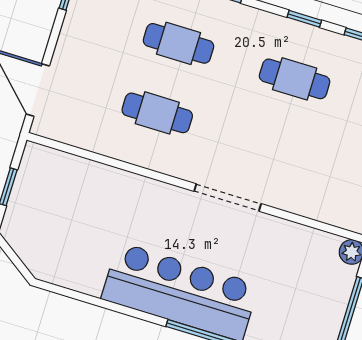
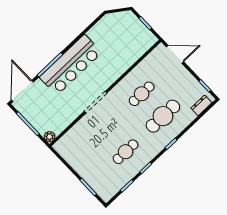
cafe table: (178, 43) -> (163, 116), width x1.37, depth x1.35

